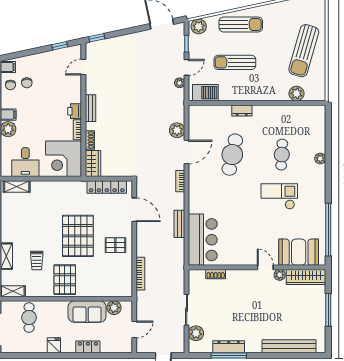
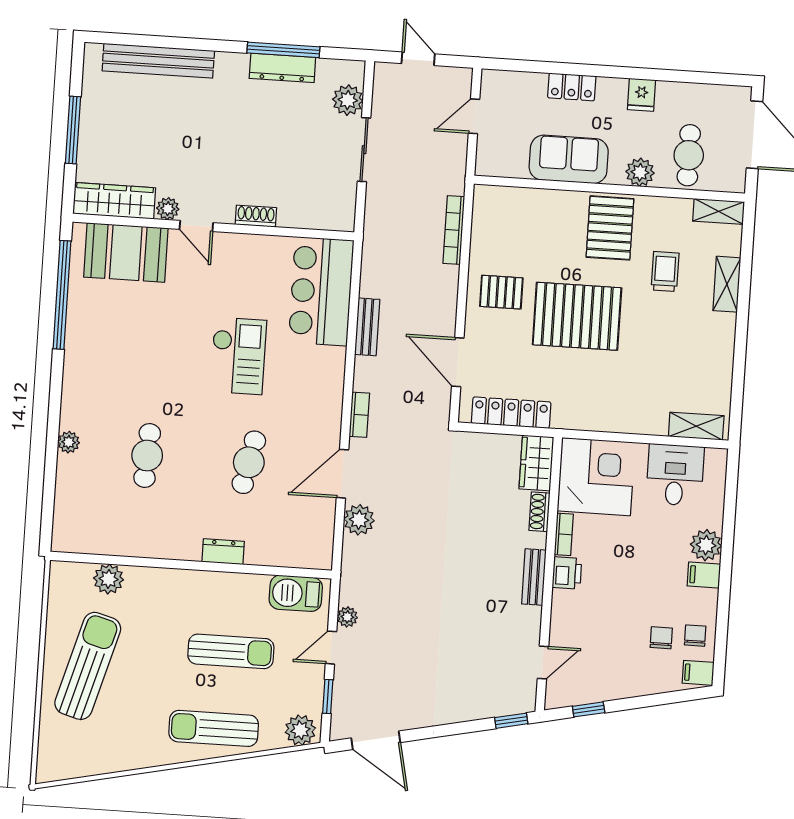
cafe table: (232, 155) -> (249, 462), width x0.73, depth x0.74
checkout: (279, 196) -> (238, 356), moved, turned -90
pallet: (78, 236) -> (577, 316), turned 90
shoe rack: (216, 274) -> (256, 216), moved
plant: (114, 308) -> (640, 172), moved

